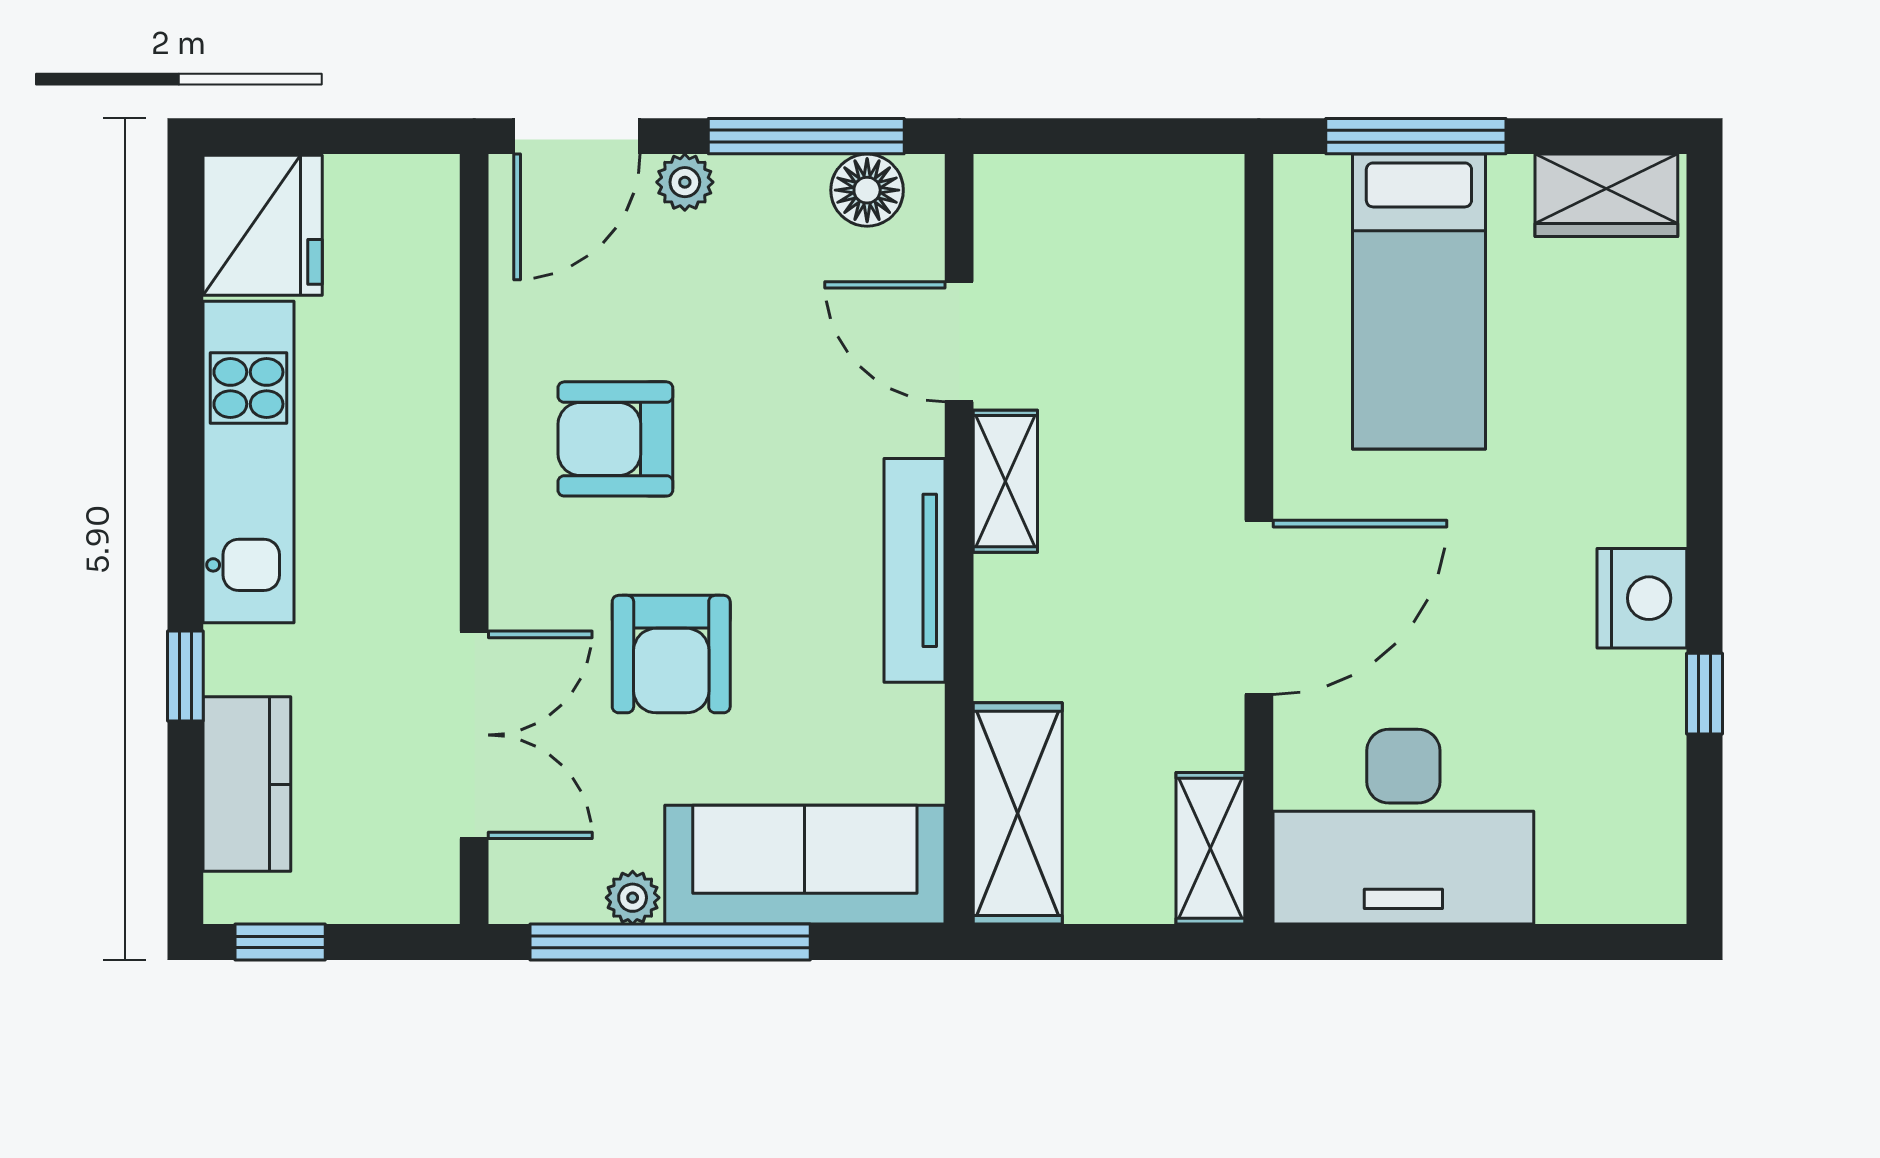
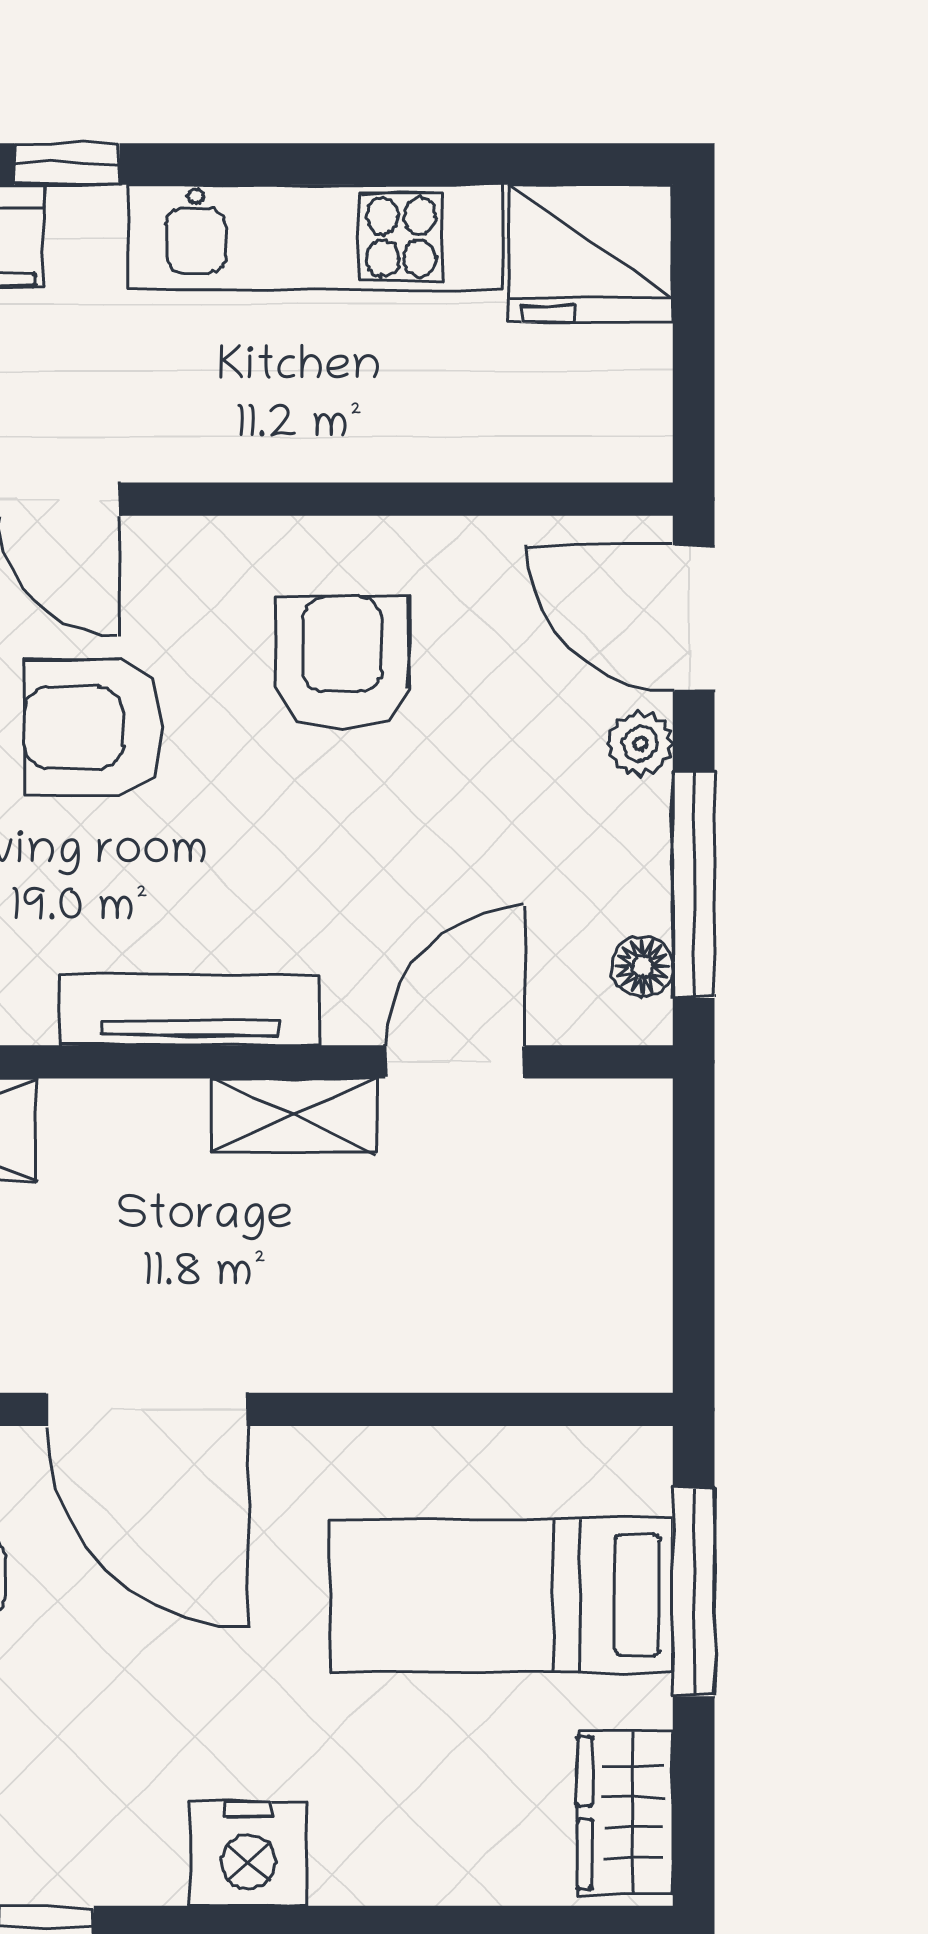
floor lamp: (867, 190) -> (642, 966), width x0.73, depth x0.73
nightstand: (1642, 598) -> (248, 1854), moved

